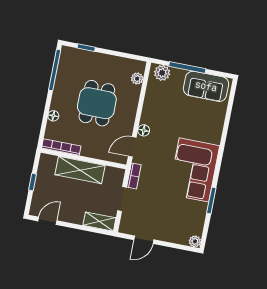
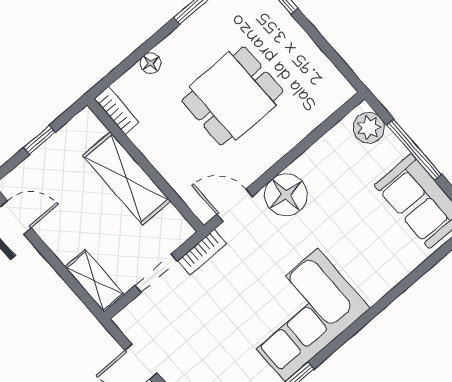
plant: (137, 79) -> (324, 107), removed
floor lamp: (144, 130) -> (286, 195), width x1.89, depth x1.89
bookcase: (61, 147) -> (117, 110), width x0.64

